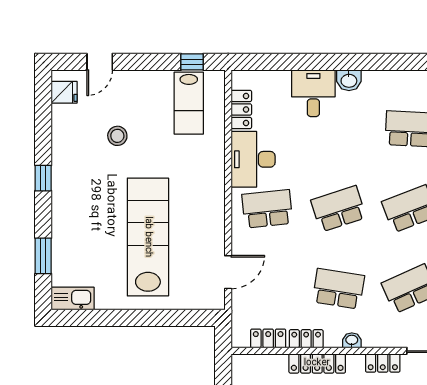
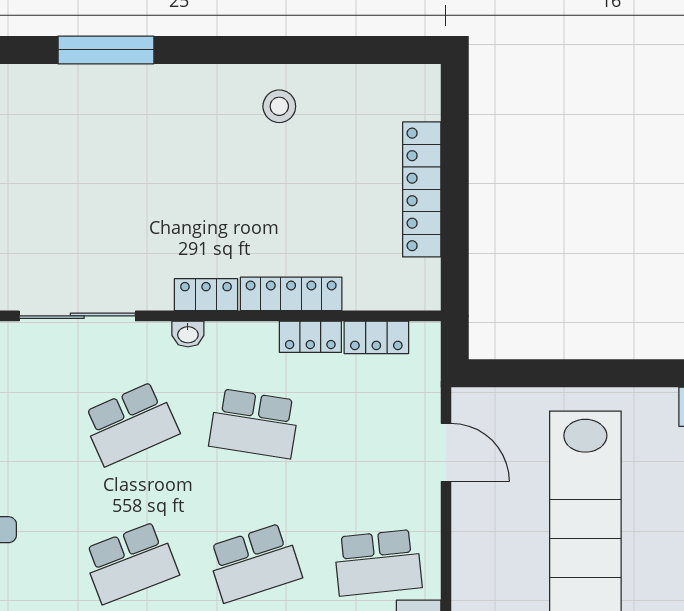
door: (228, 272) -> (446, 452), swing flipped
washbasin: (352, 340) -> (188, 334), moved
locker: (383, 363) -> (206, 295), moved

